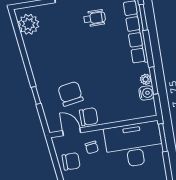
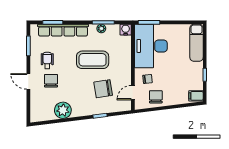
plant: (29, 24) -> (63, 110), moved
coffee table: (105, 75) -> (93, 60), added
water cooler: (146, 93) -> (126, 30), moved
chair: (89, 117) -> (51, 81), moved

